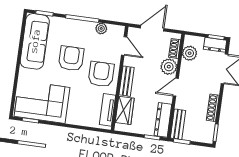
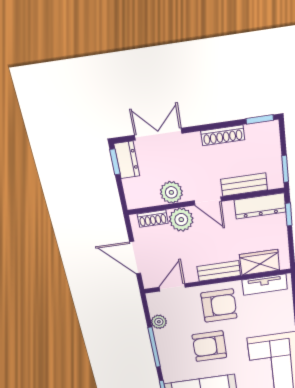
plant: (190, 53) -> (171, 192), moved
armchair: (101, 74) -> (219, 306), turned 180
bench: (178, 124) -> (244, 185), moved

